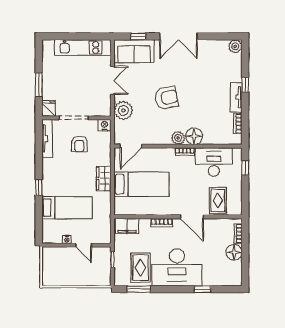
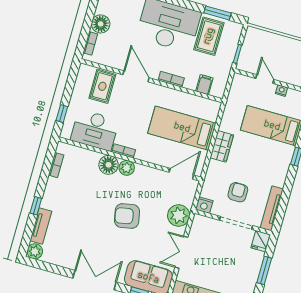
tv unit: (236, 97) -> (41, 226), moved
filing cabinet: (127, 226) -> (204, 85), width x0.50

